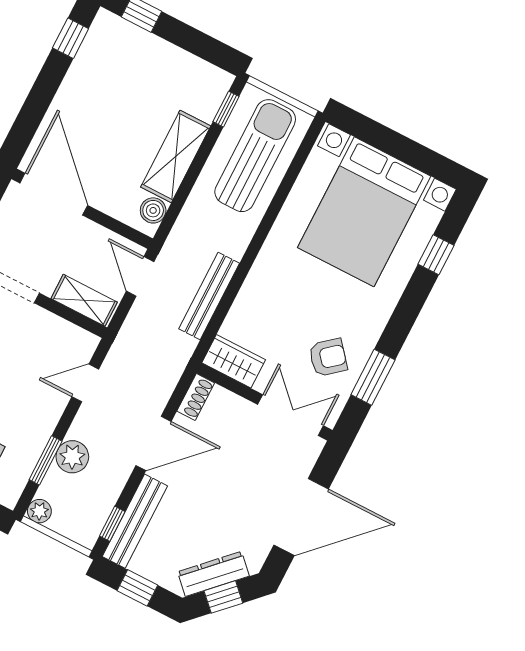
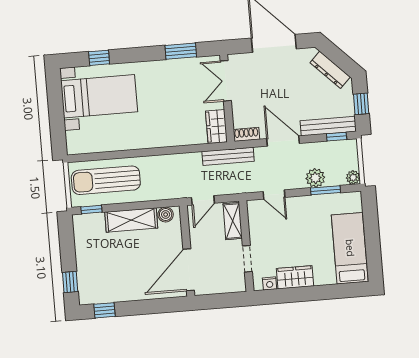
bed with nightstands: (364, 212) -> (99, 96), width x0.73
bench: (209, 296) -> (228, 156), moved
armchair: (328, 357) -> (185, 80), removed
window: (223, 597) -> (339, 58), removed

